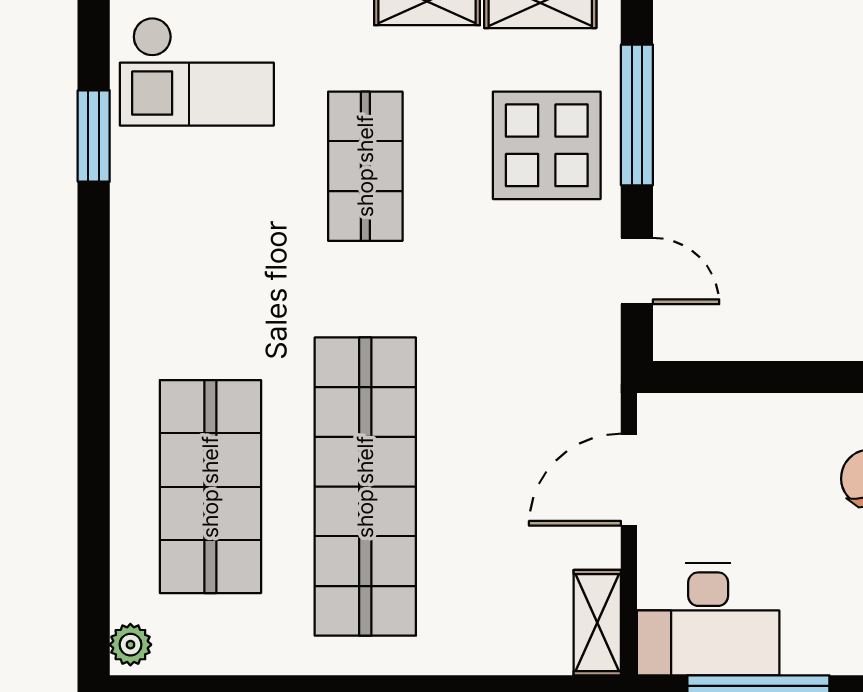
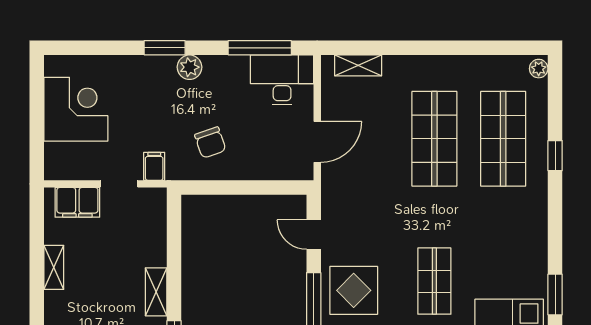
window: (94, 449) -> (555, 156), added
shop shelf: (365, 487) -> (434, 139), width x0.71
shelving: (597, 623) -> (358, 65), moved, turned 90

